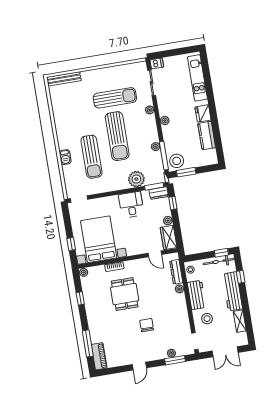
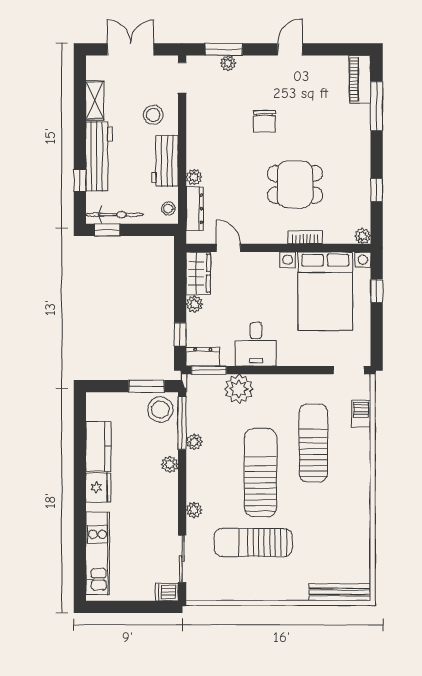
plant: (165, 121) -> (170, 464), moved
barbecue: (65, 157) -> (361, 414), moved
dining table: (125, 294) -> (295, 184), turned 90

